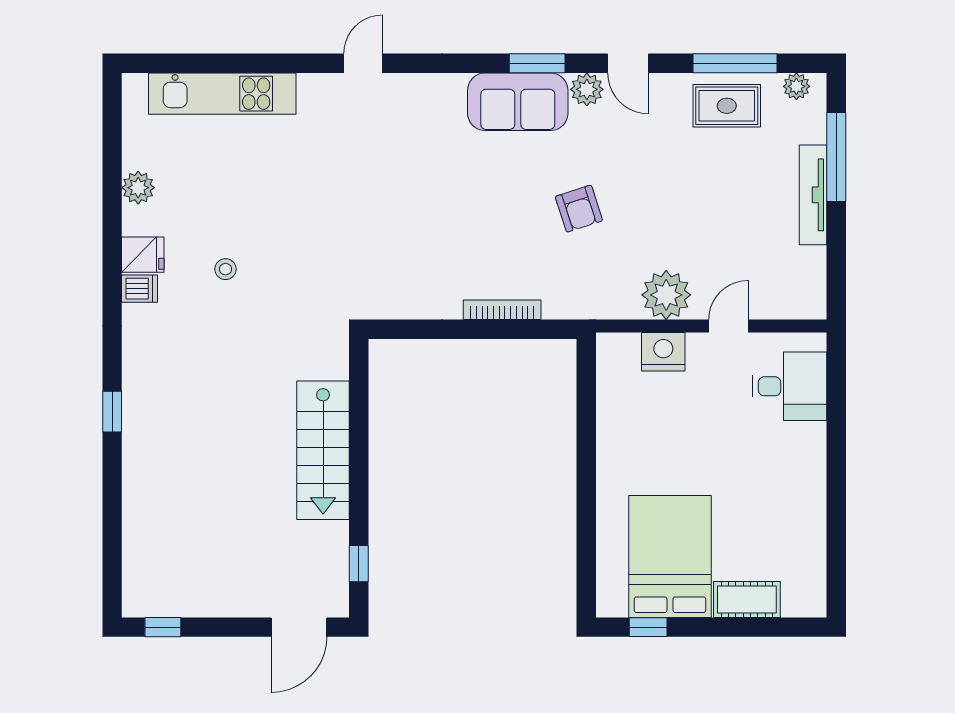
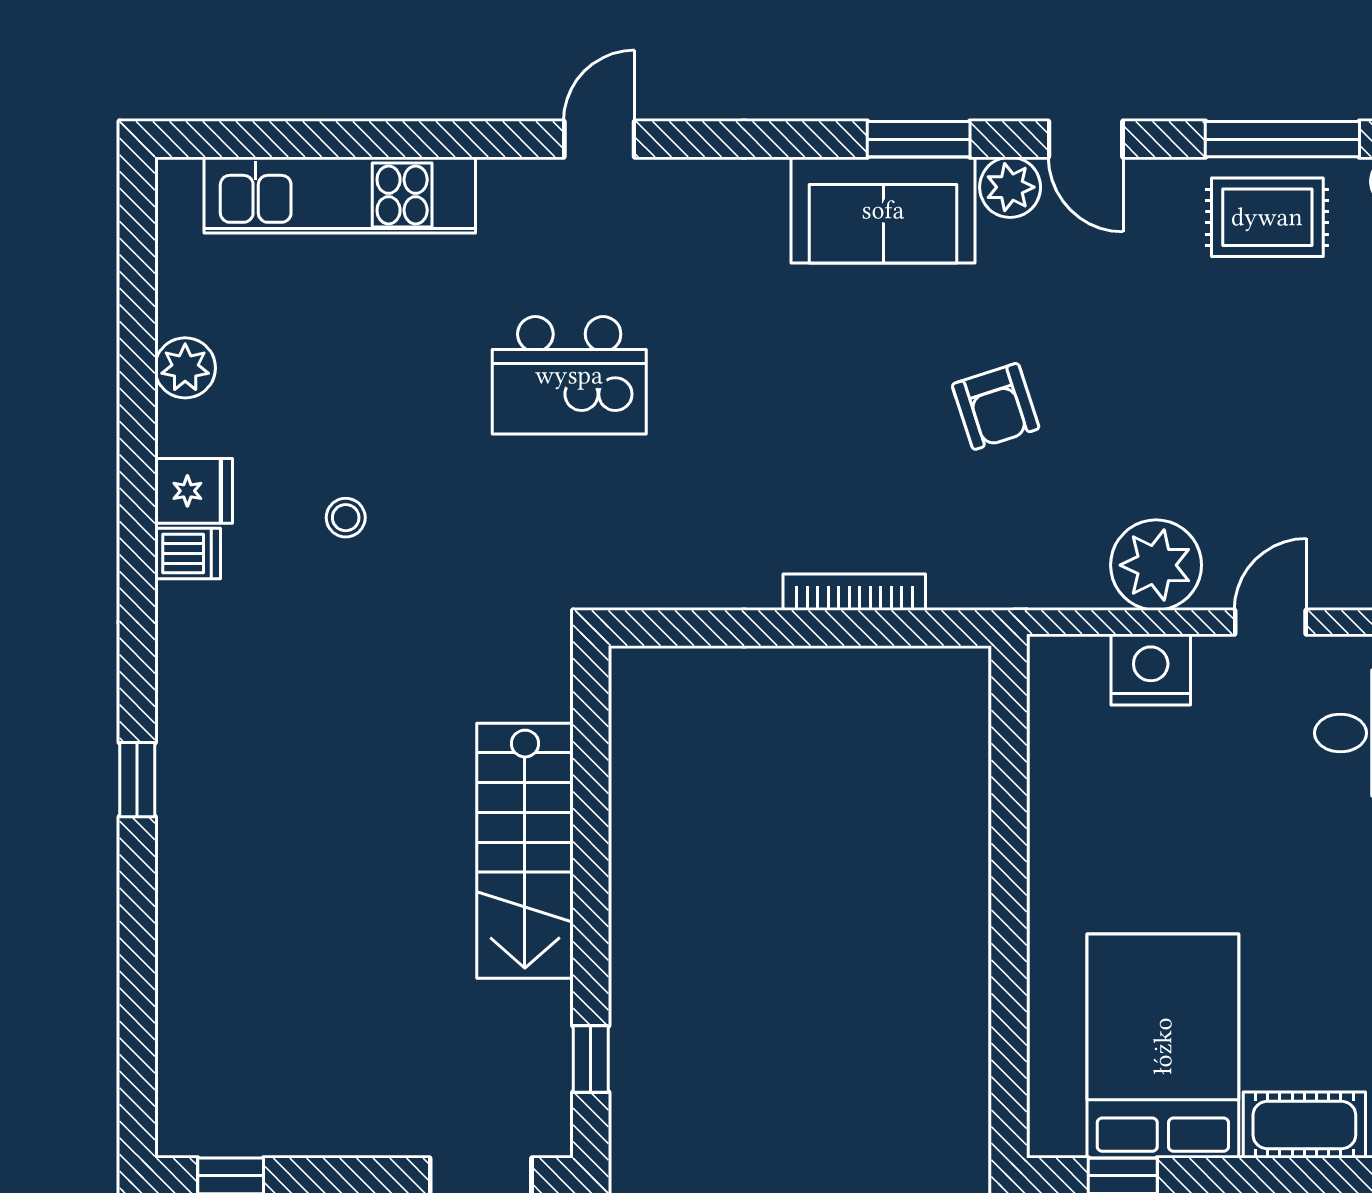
kitchen island: (347, 192) -> (569, 375), added

